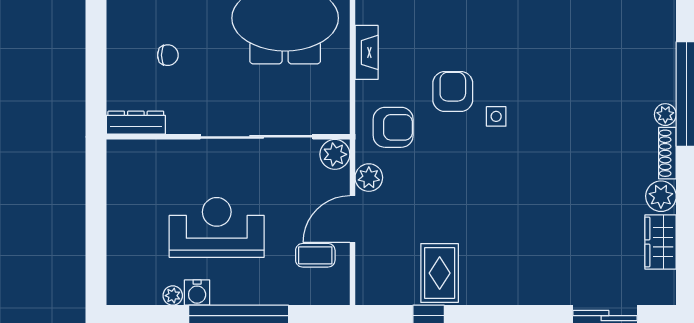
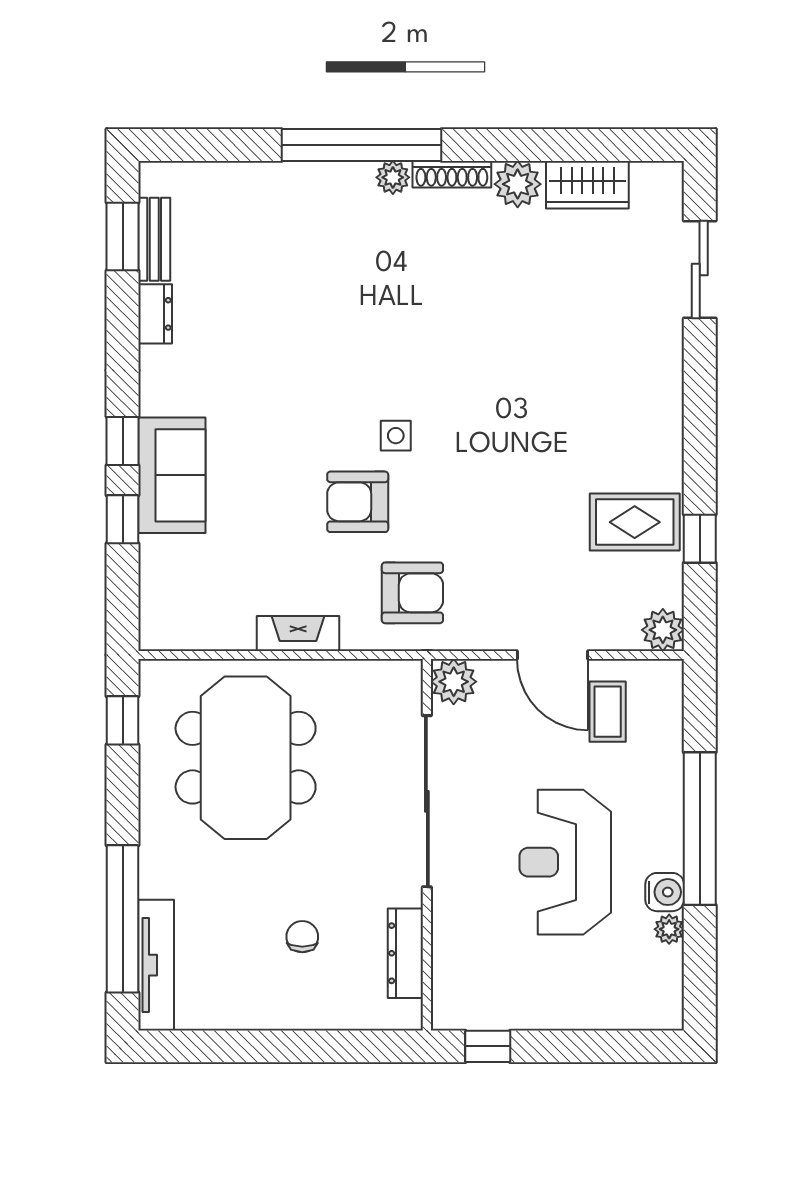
dresser: (136, 123) -> (405, 953), moved
armchair: (393, 127) -> (412, 593), turned 90
window: (96, 177) -> (488, 1046), added
plant: (369, 178) -> (663, 630), moved

